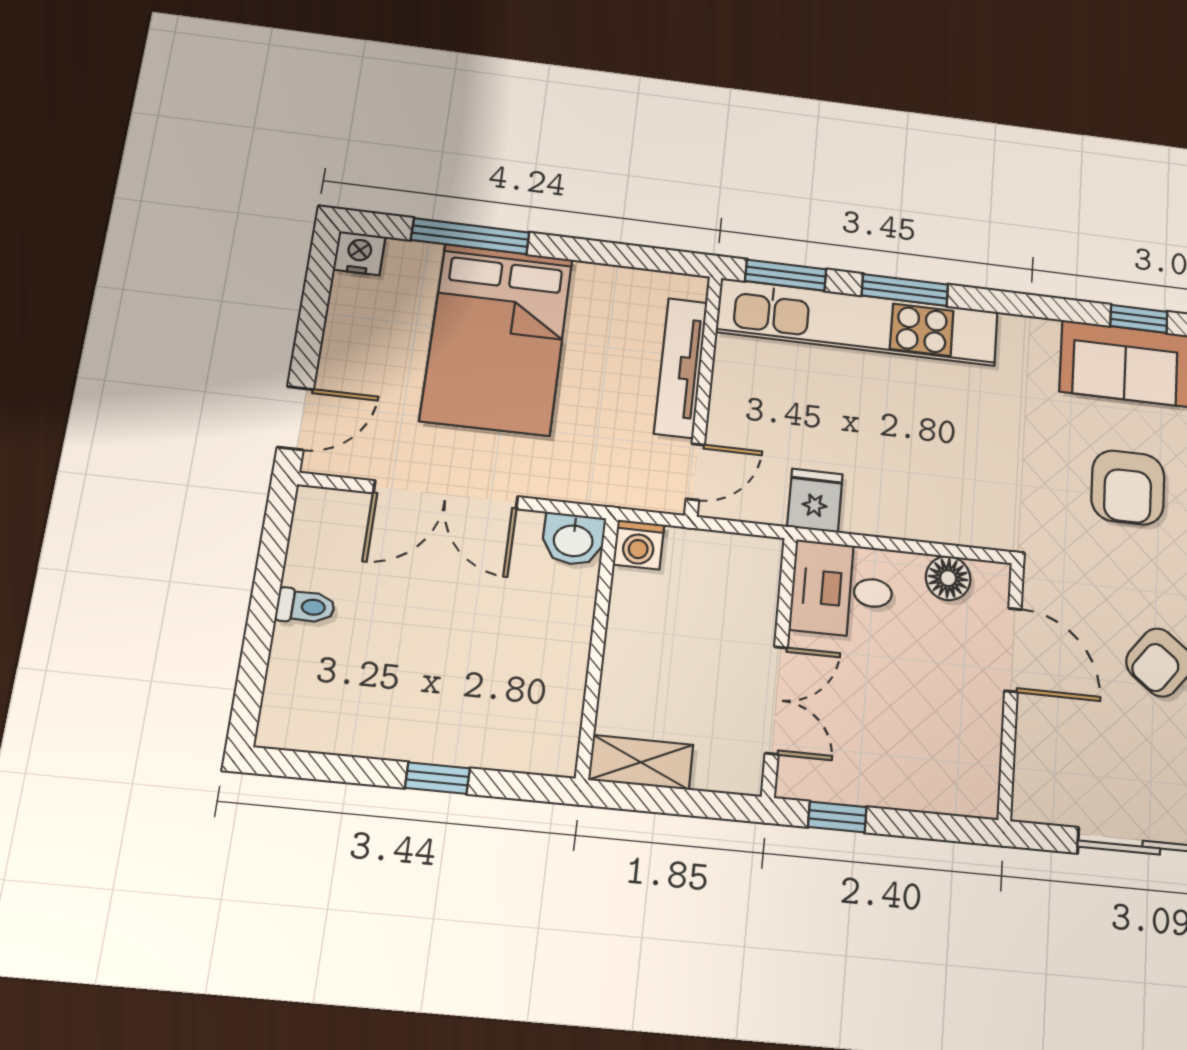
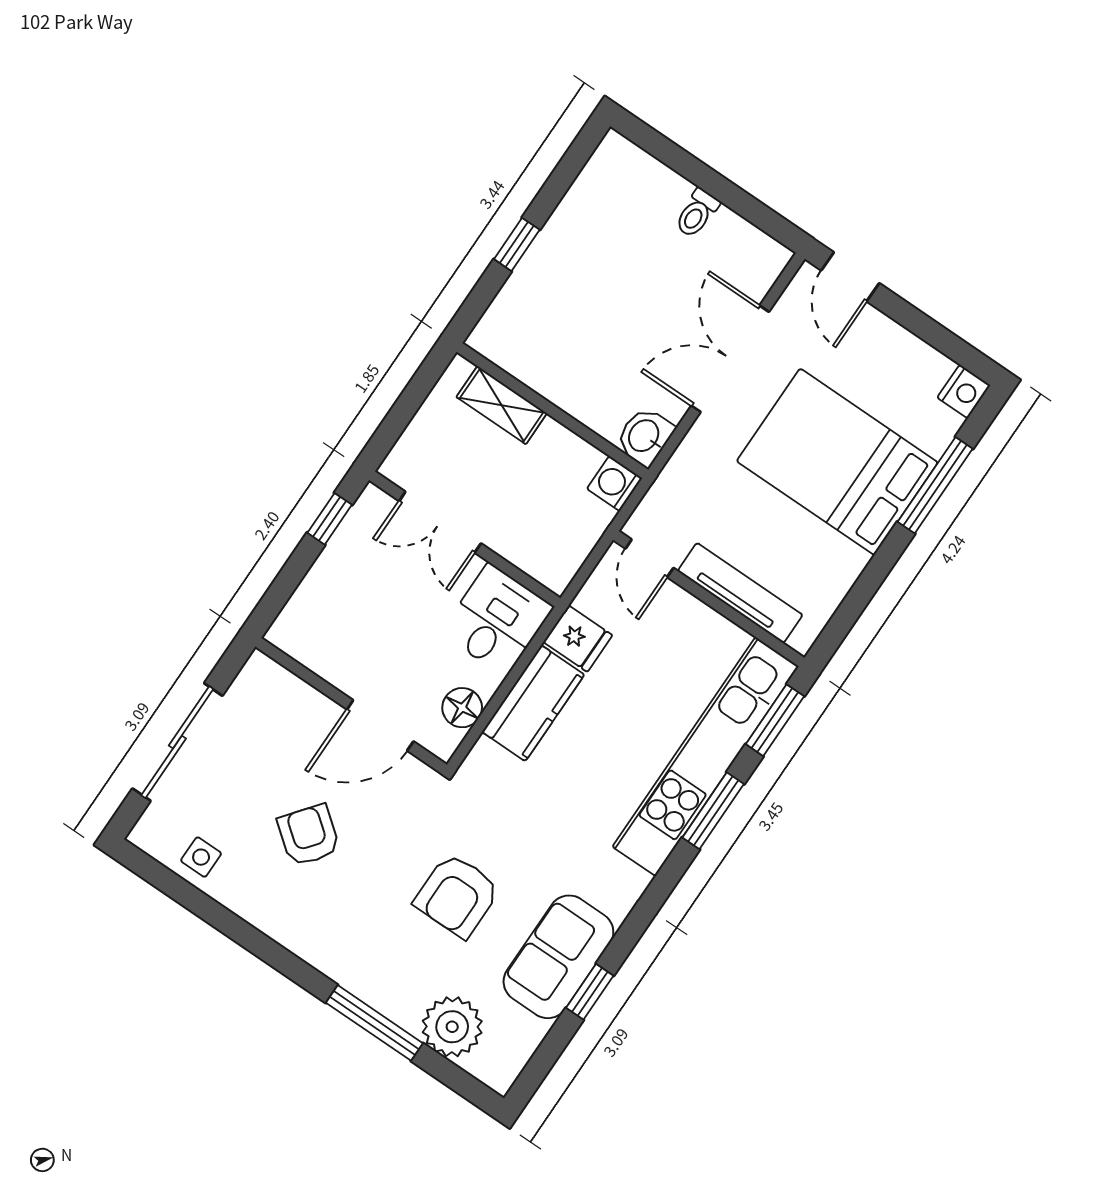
armchair: (1128, 487) -> (457, 895), turned -90
kitchen counter: (903, 511) -> (533, 703), added
shelving: (641, 762) -> (502, 405), moved, turned 90

